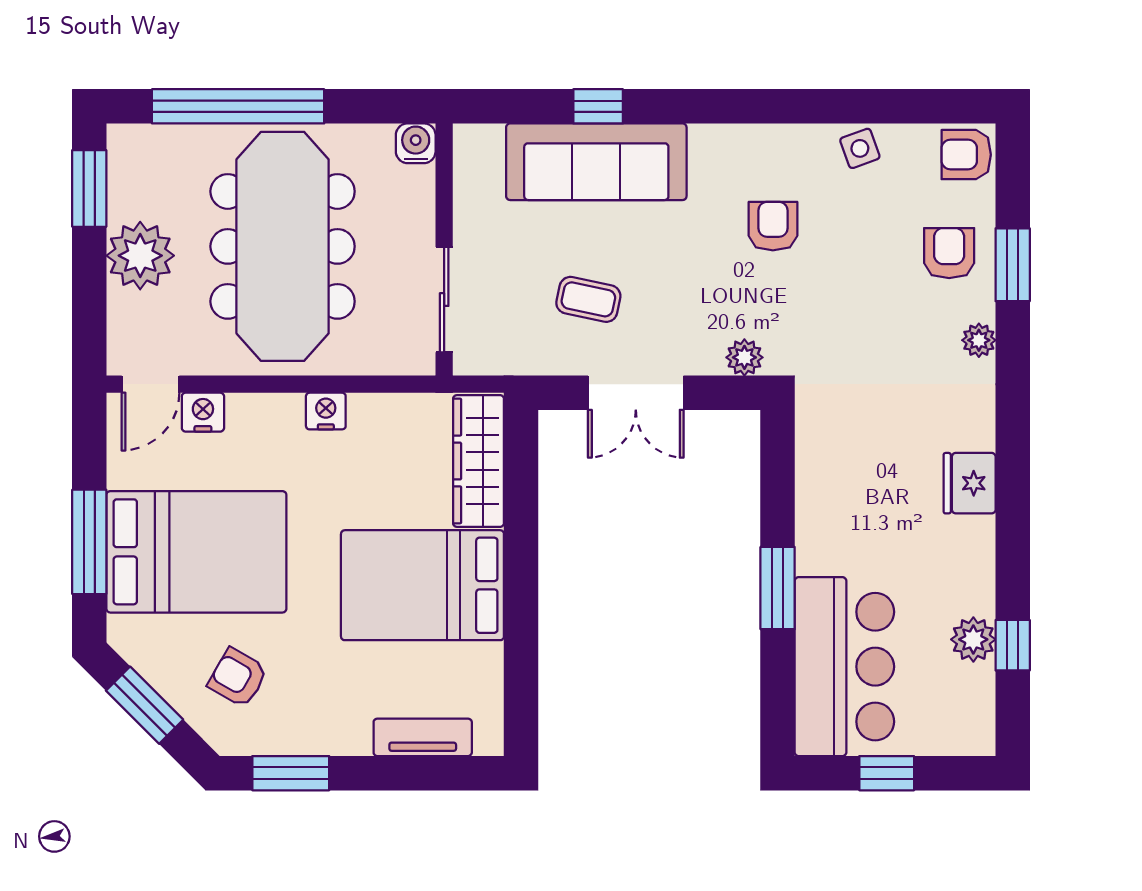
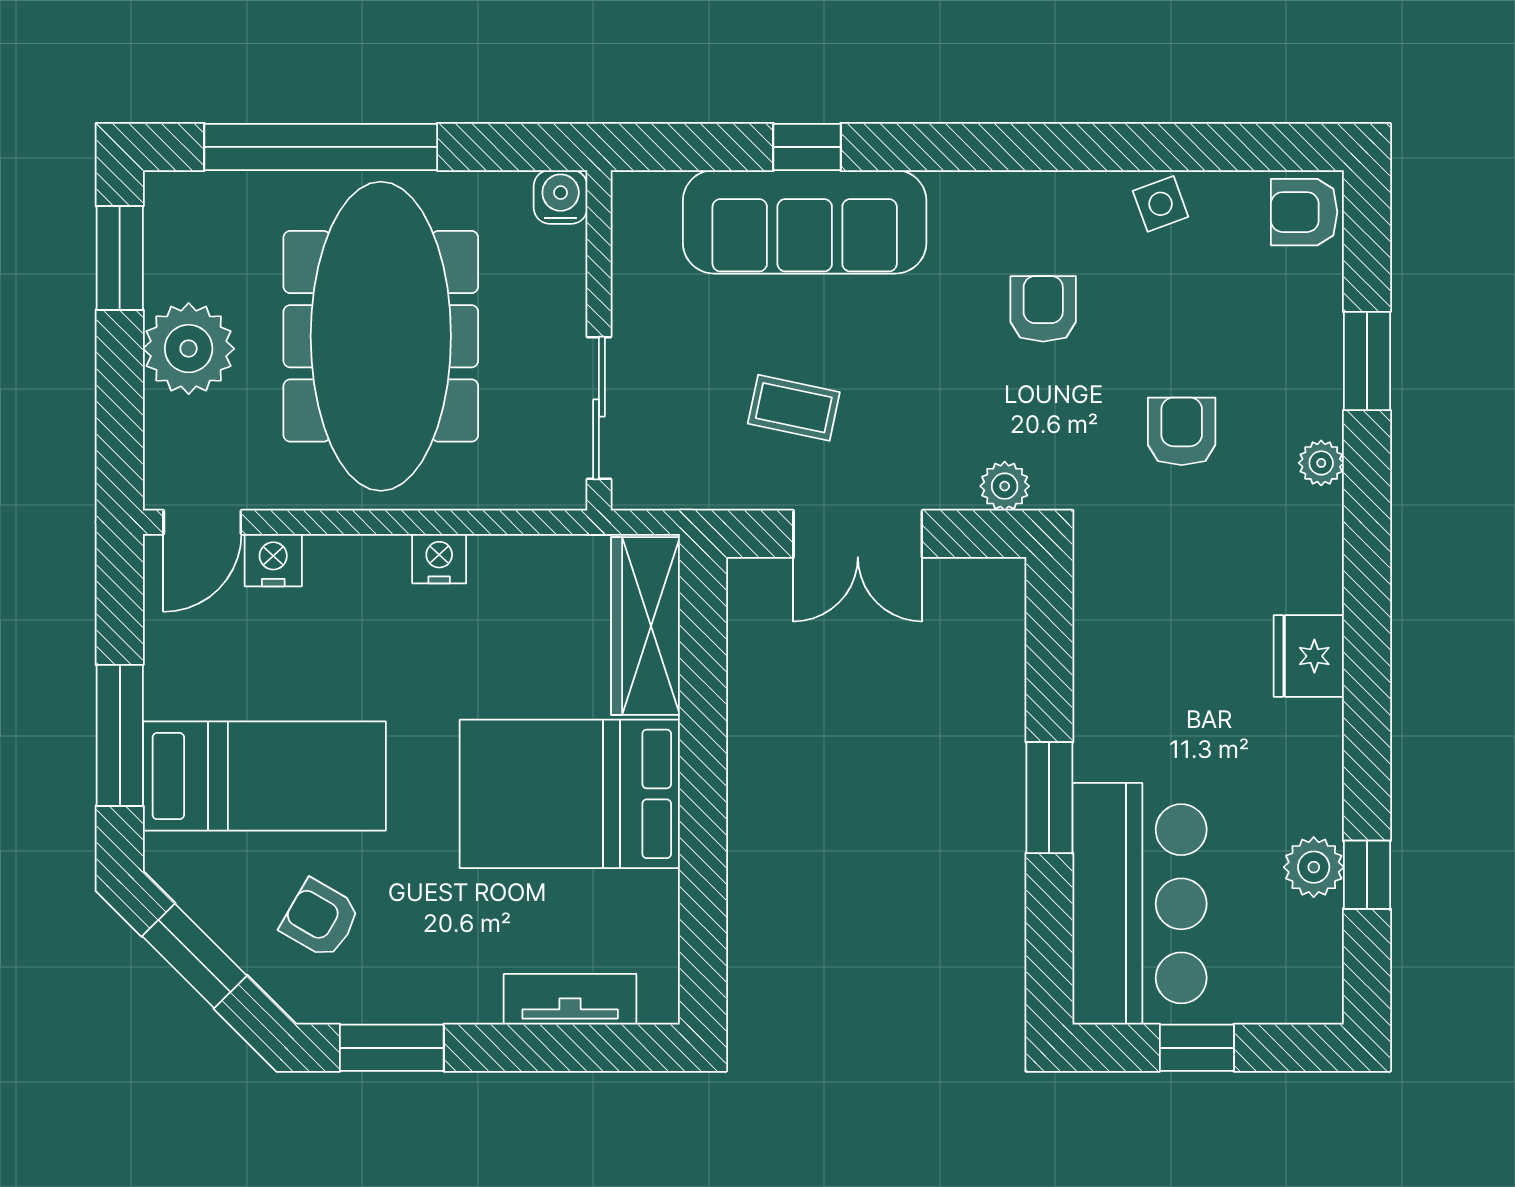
armchair: (949, 253) -> (1182, 431), moved
bed: (196, 552) -> (264, 776), width x0.67

